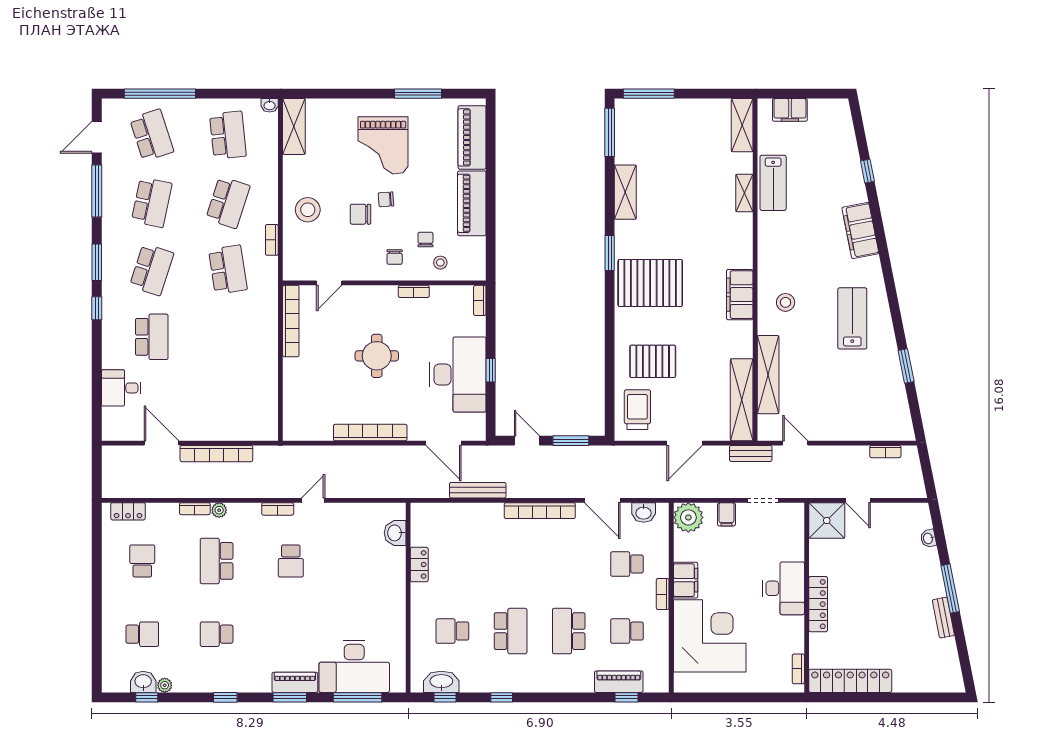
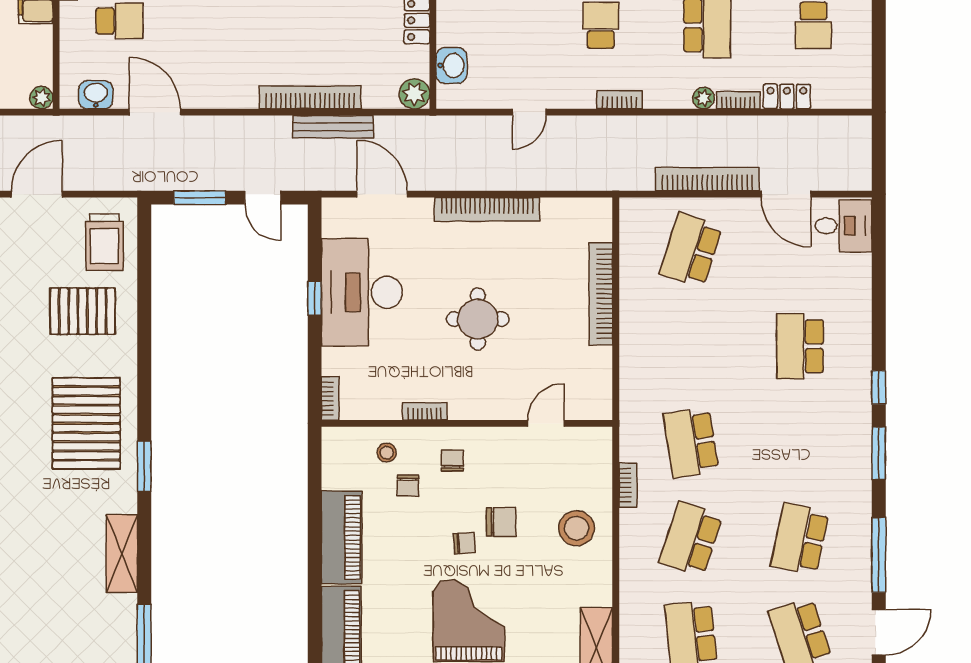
school desk: (152, 270) -> (691, 250), moved
pallet: (650, 283) -> (86, 423), turned 90
bookcase: (291, 321) -> (601, 294), moved
desk: (121, 388) -> (844, 226), moved
door: (313, 500) -> (529, 112), moved
locker: (128, 511) -> (787, 96), moved
bookcase: (540, 511) -> (310, 97), moved
plant: (421, 513) -> (414, 94), added
plant: (688, 517) -> (41, 98), width x0.53, depth x0.53

